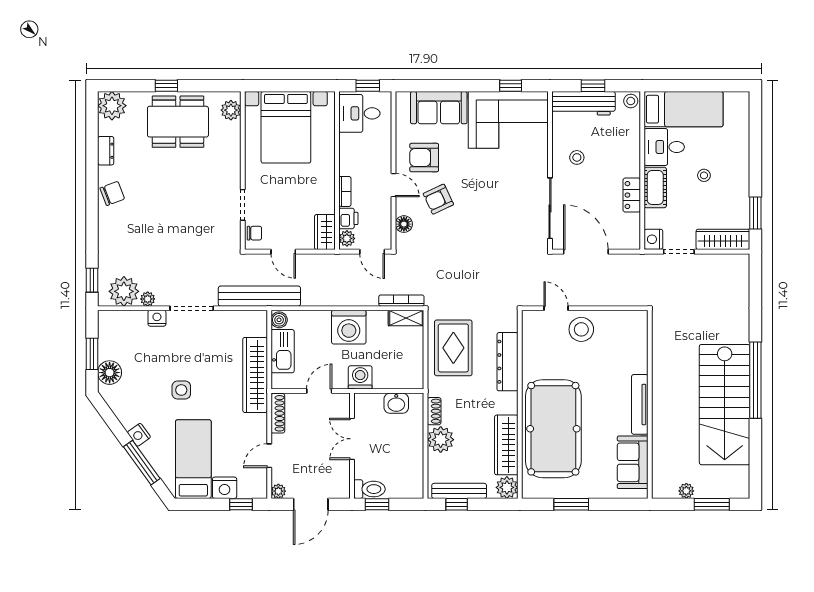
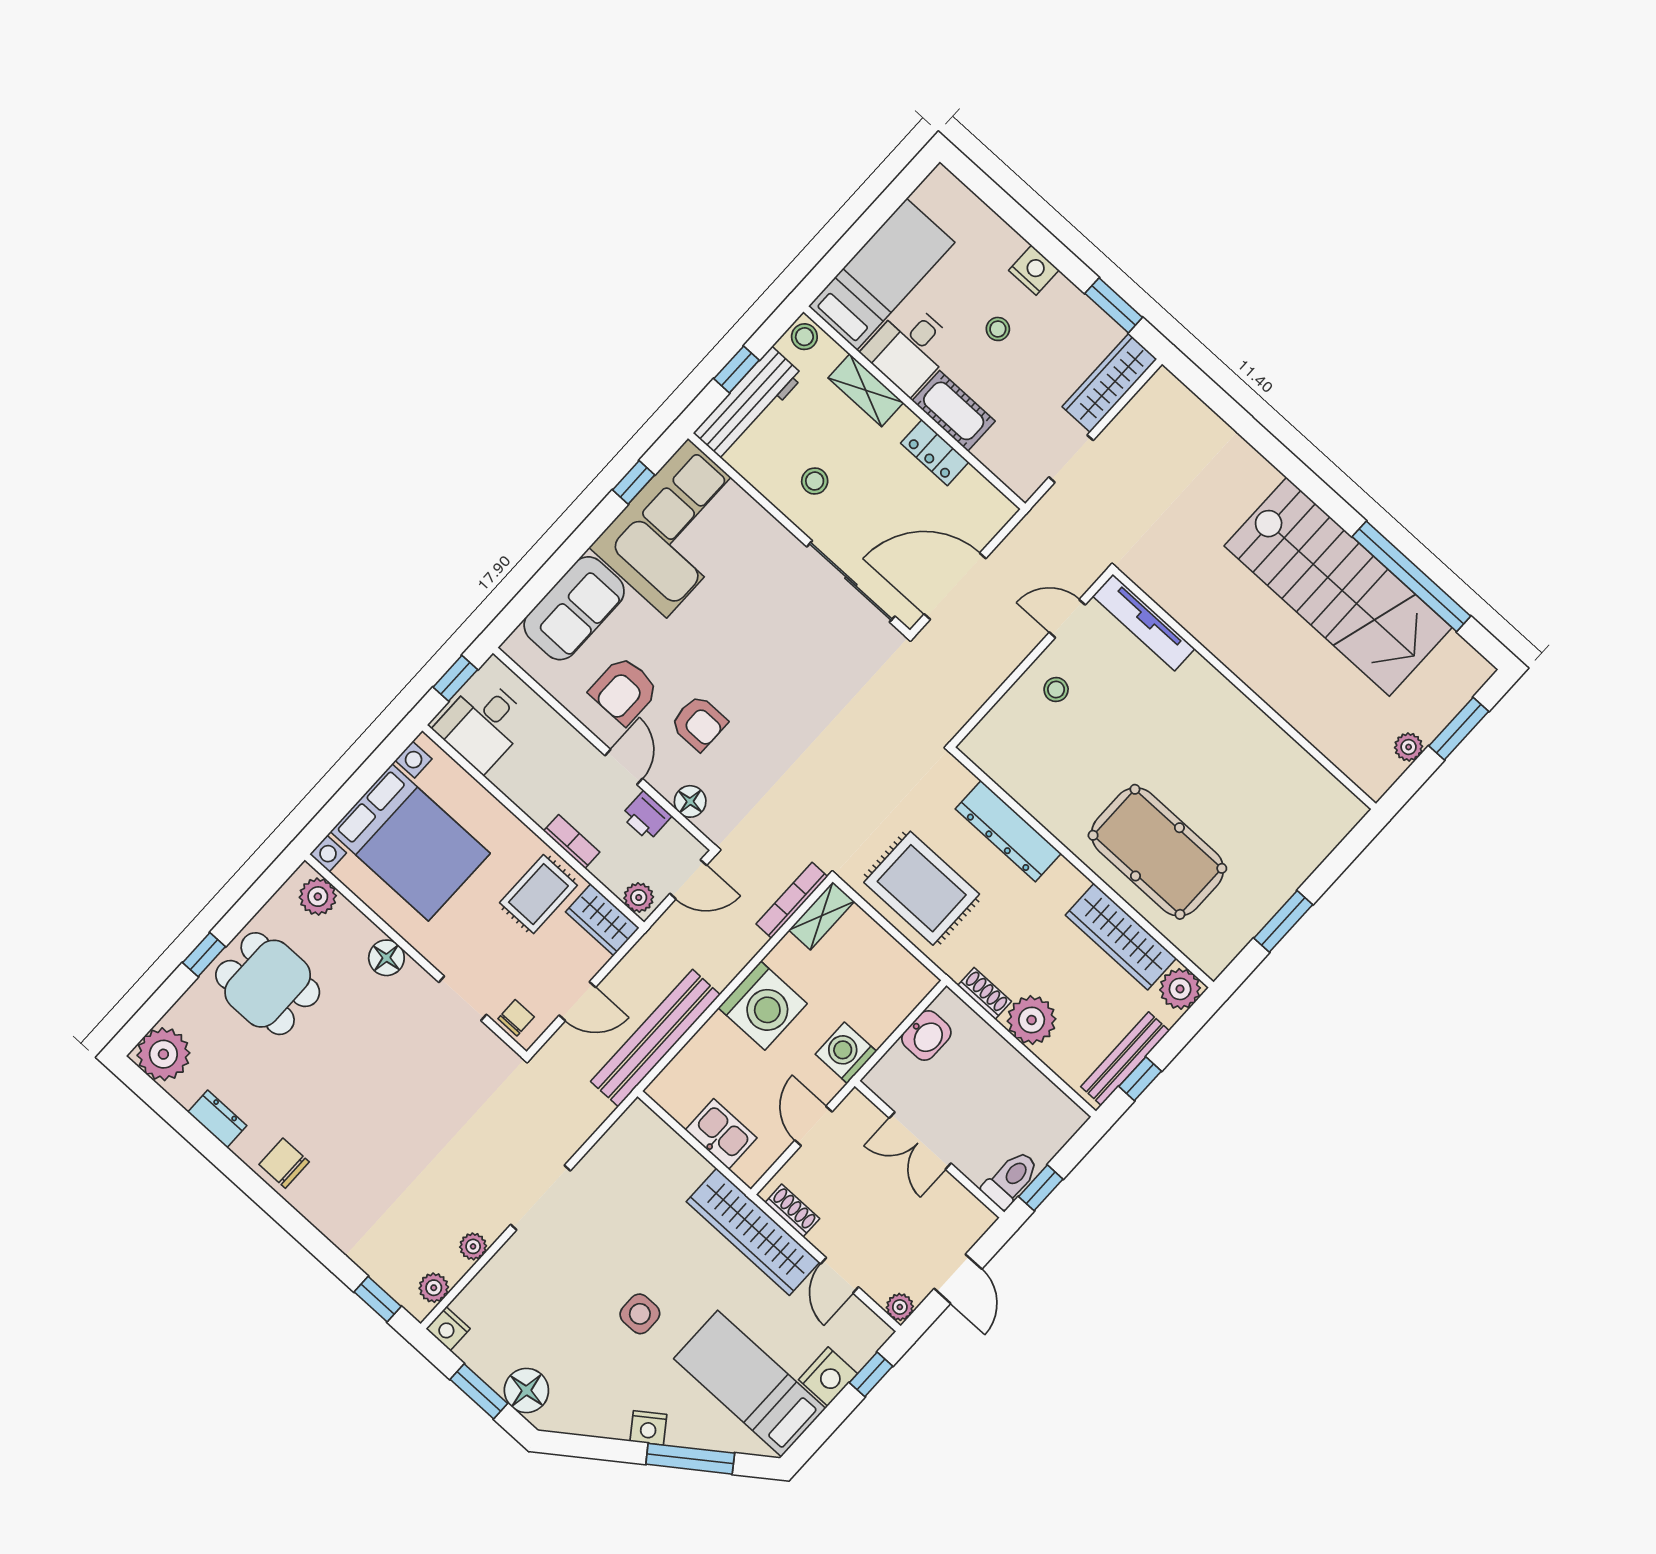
dining table: (178, 122) -> (268, 984), width x0.73
shelving: (632, 145) -> (866, 390), added
floor lamp: (231, 160) -> (386, 958), added
door: (394, 185) -> (624, 767), hinge flipped
chair: (112, 193) -> (284, 1163), turned -69
rug: (312, 197) -> (538, 894), added
armchair: (438, 199) -> (699, 723), turned -65
printer: (348, 218) -> (646, 816), moved, turned 180
nightstand: (653, 239) -> (1034, 270), moved, turned 180
plant: (124, 291) -> (434, 1288), width x0.53, depth x0.53
bench: (259, 296) -> (655, 1038), moved
door: (556, 308) -> (1067, 619), moved
nightstand: (157, 318) -> (448, 1329), moved, turned -90
boiler: (279, 320) -> (666, 1092), removed
stool: (581, 329) -> (1056, 690), width x0.53, depth x0.53
kitchen sink: (283, 351) -> (721, 1134), width x0.73
wardrobe: (255, 375) -> (753, 1232), moved
window: (755, 380) -> (1411, 576), moved
tv unit: (640, 404) -> (1144, 622), moved
shoe rack: (278, 413) -> (792, 1211), width x0.70
pool table: (553, 429) -> (1157, 852), width x0.73, depth x0.76
sofa: (633, 462) -> (1303, 785), removed
door: (311, 504) -> (958, 1279), width x0.73

